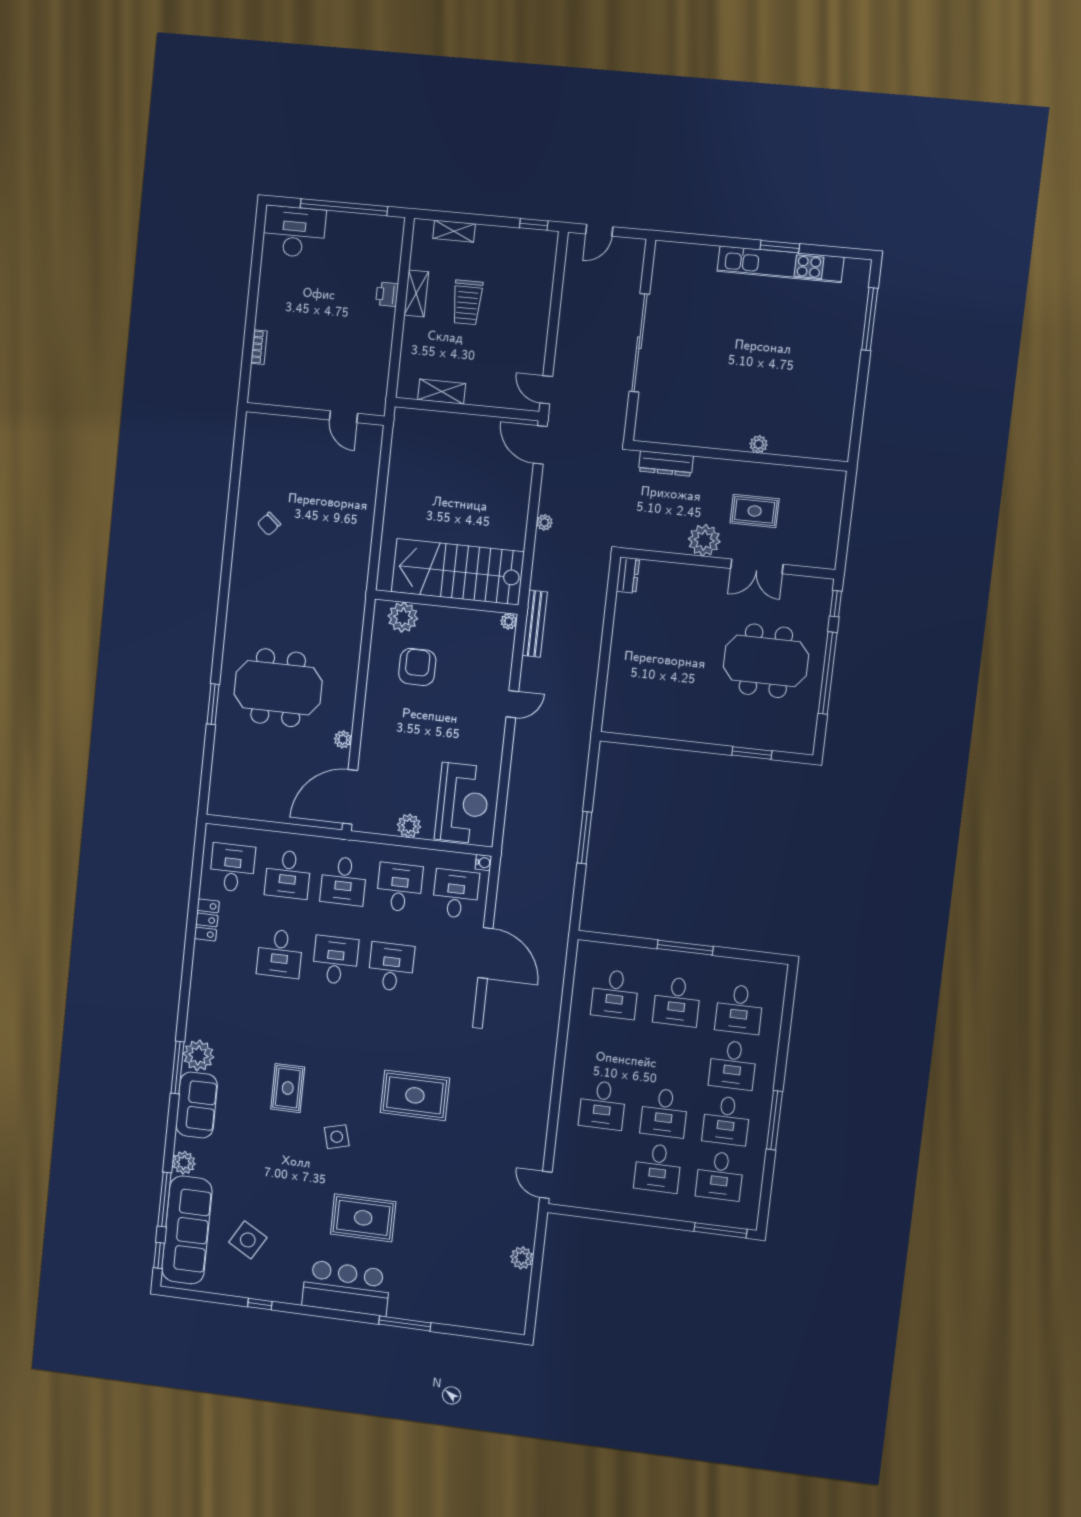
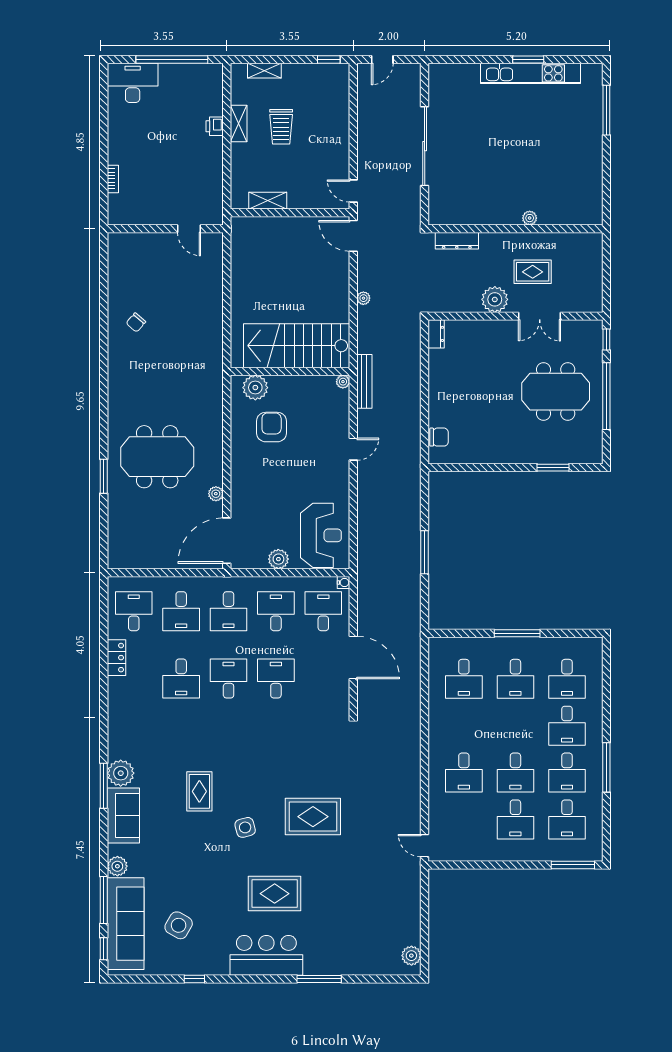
chair: (617, 701) -> (439, 437), added
rug: (415, 1095) -> (313, 817), moved
plant: (522, 1258) -> (411, 956), moved

